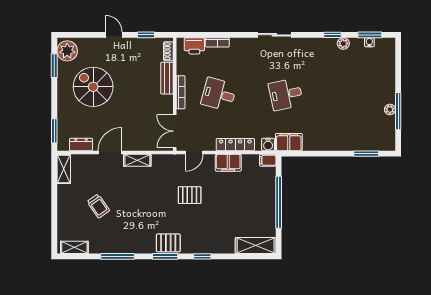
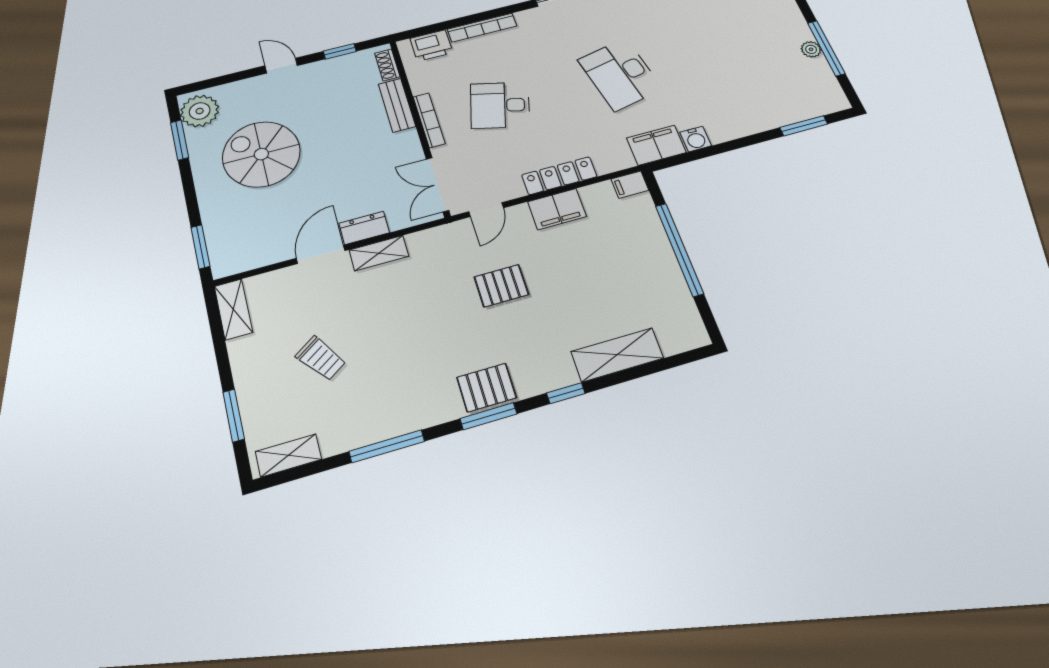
bookcase: (217, 42) -> (482, 28), width x1.56
desk: (286, 94) -> (620, 74), width x1.37
dresser: (81, 145) -> (364, 228), moved
water cooler: (268, 145) -> (696, 139), moved
window: (54, 221) -> (234, 415), added
shelving: (256, 246) -> (617, 355), moved

